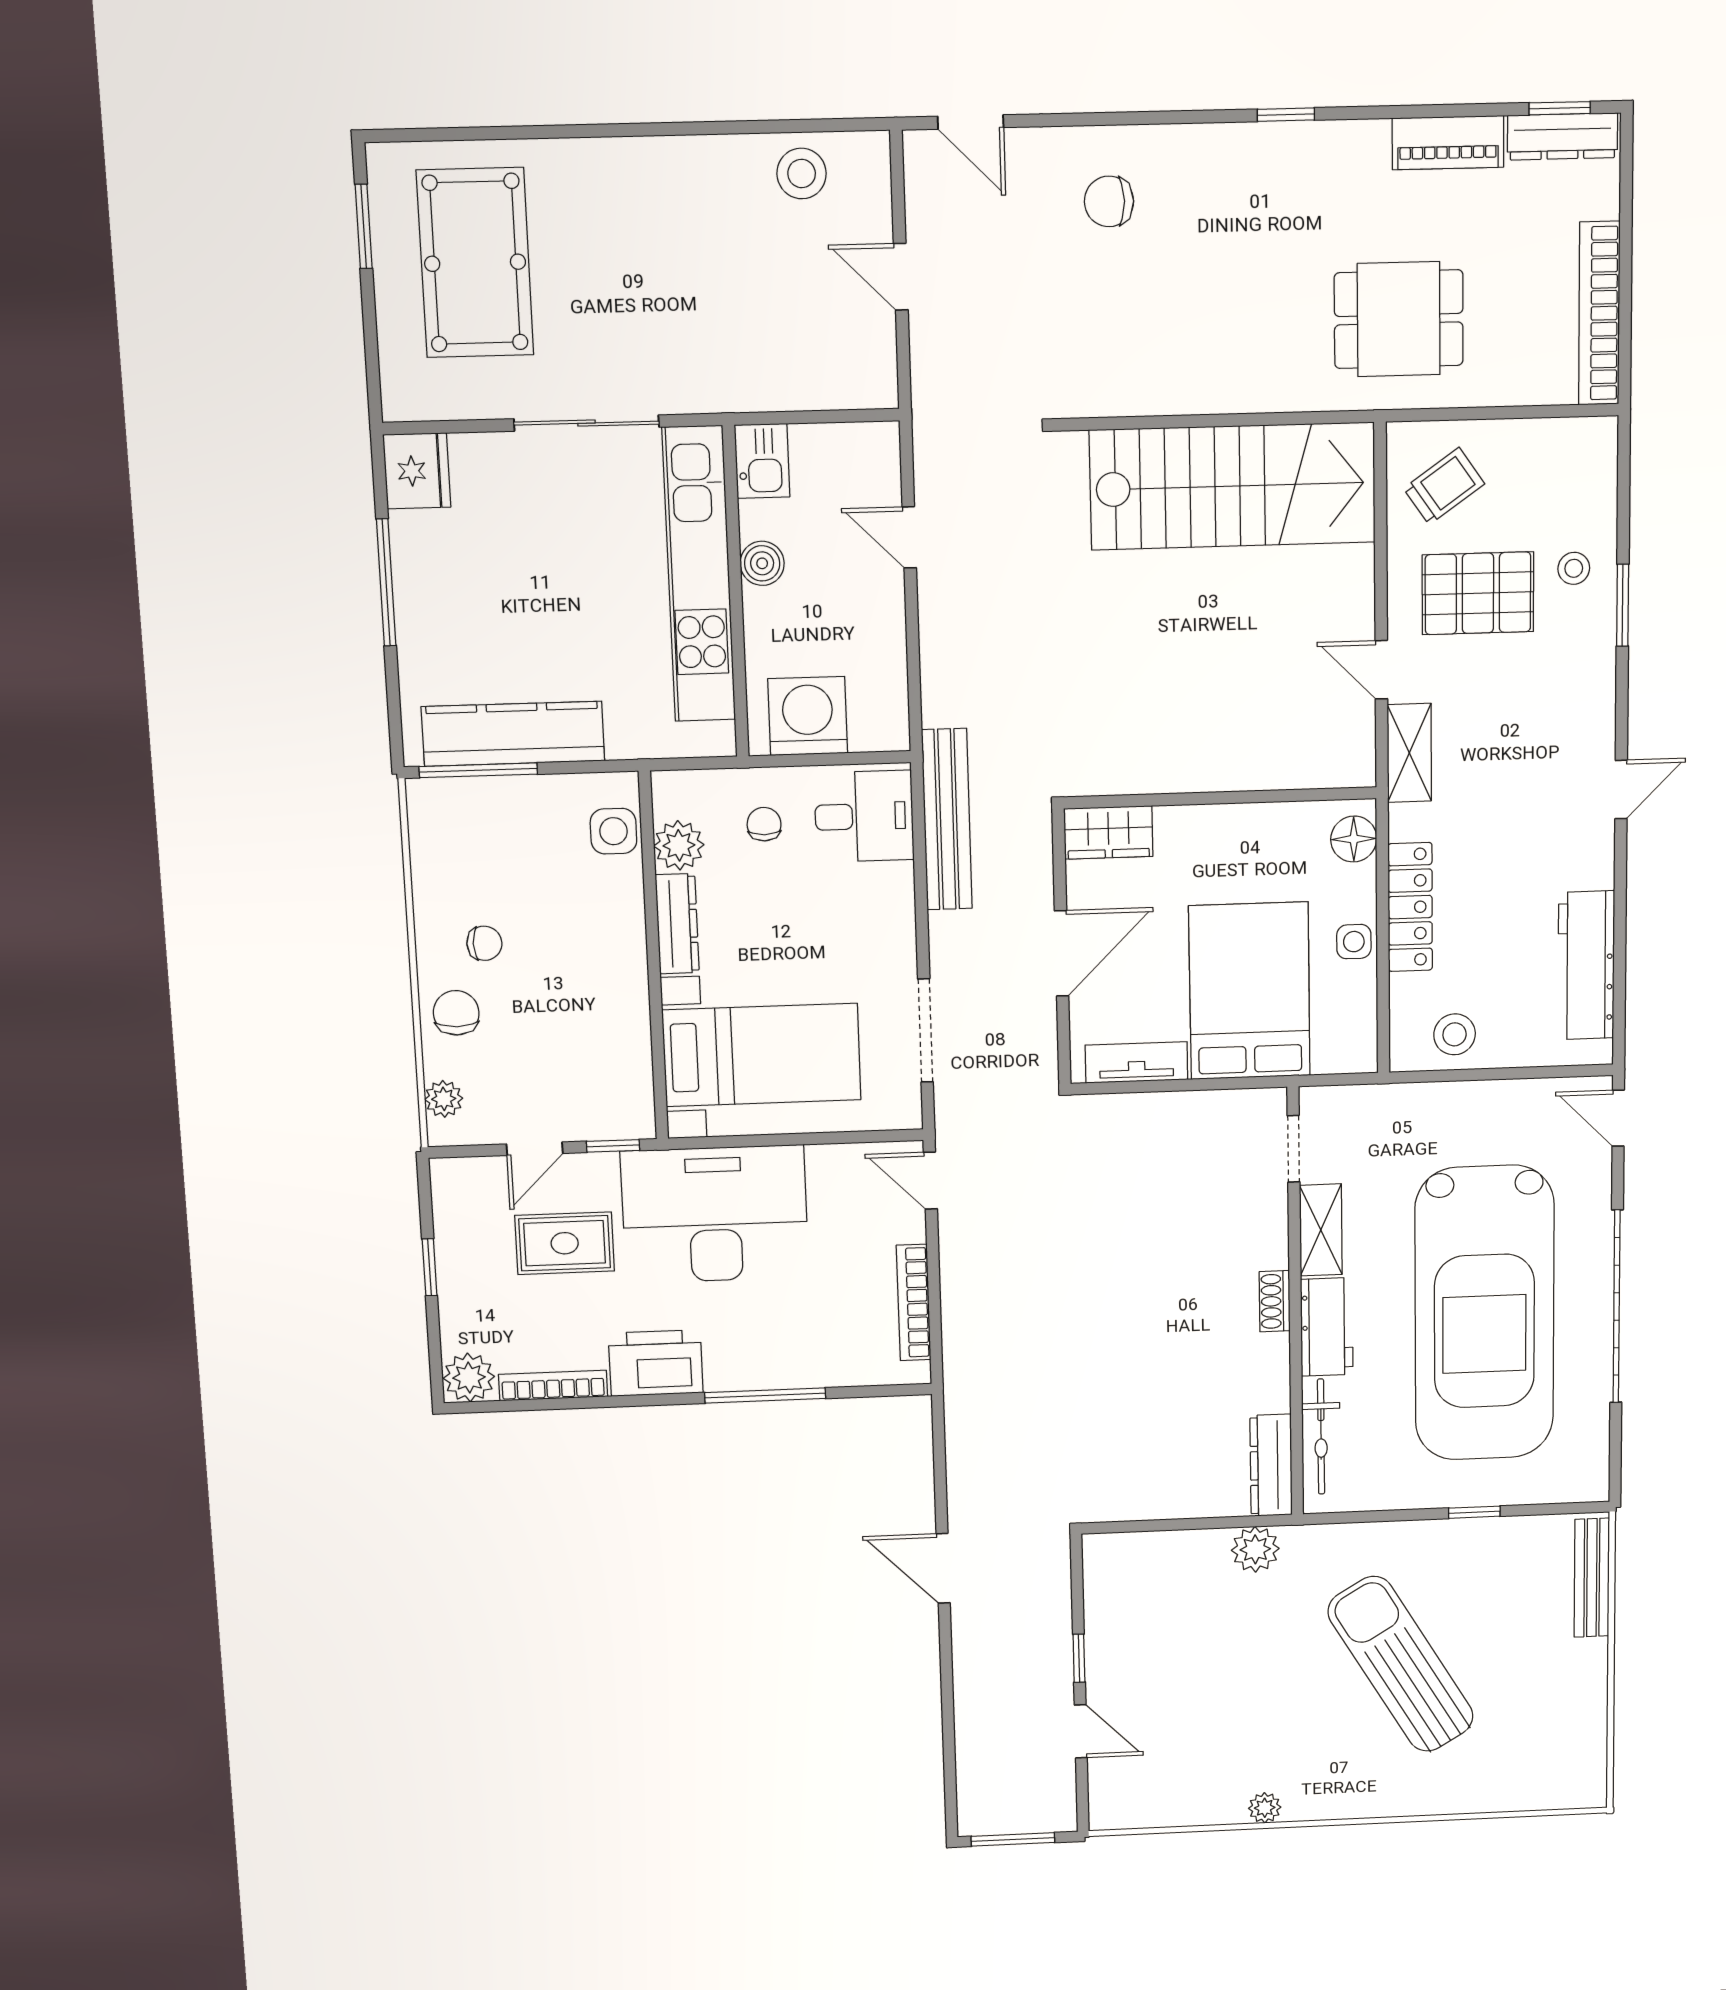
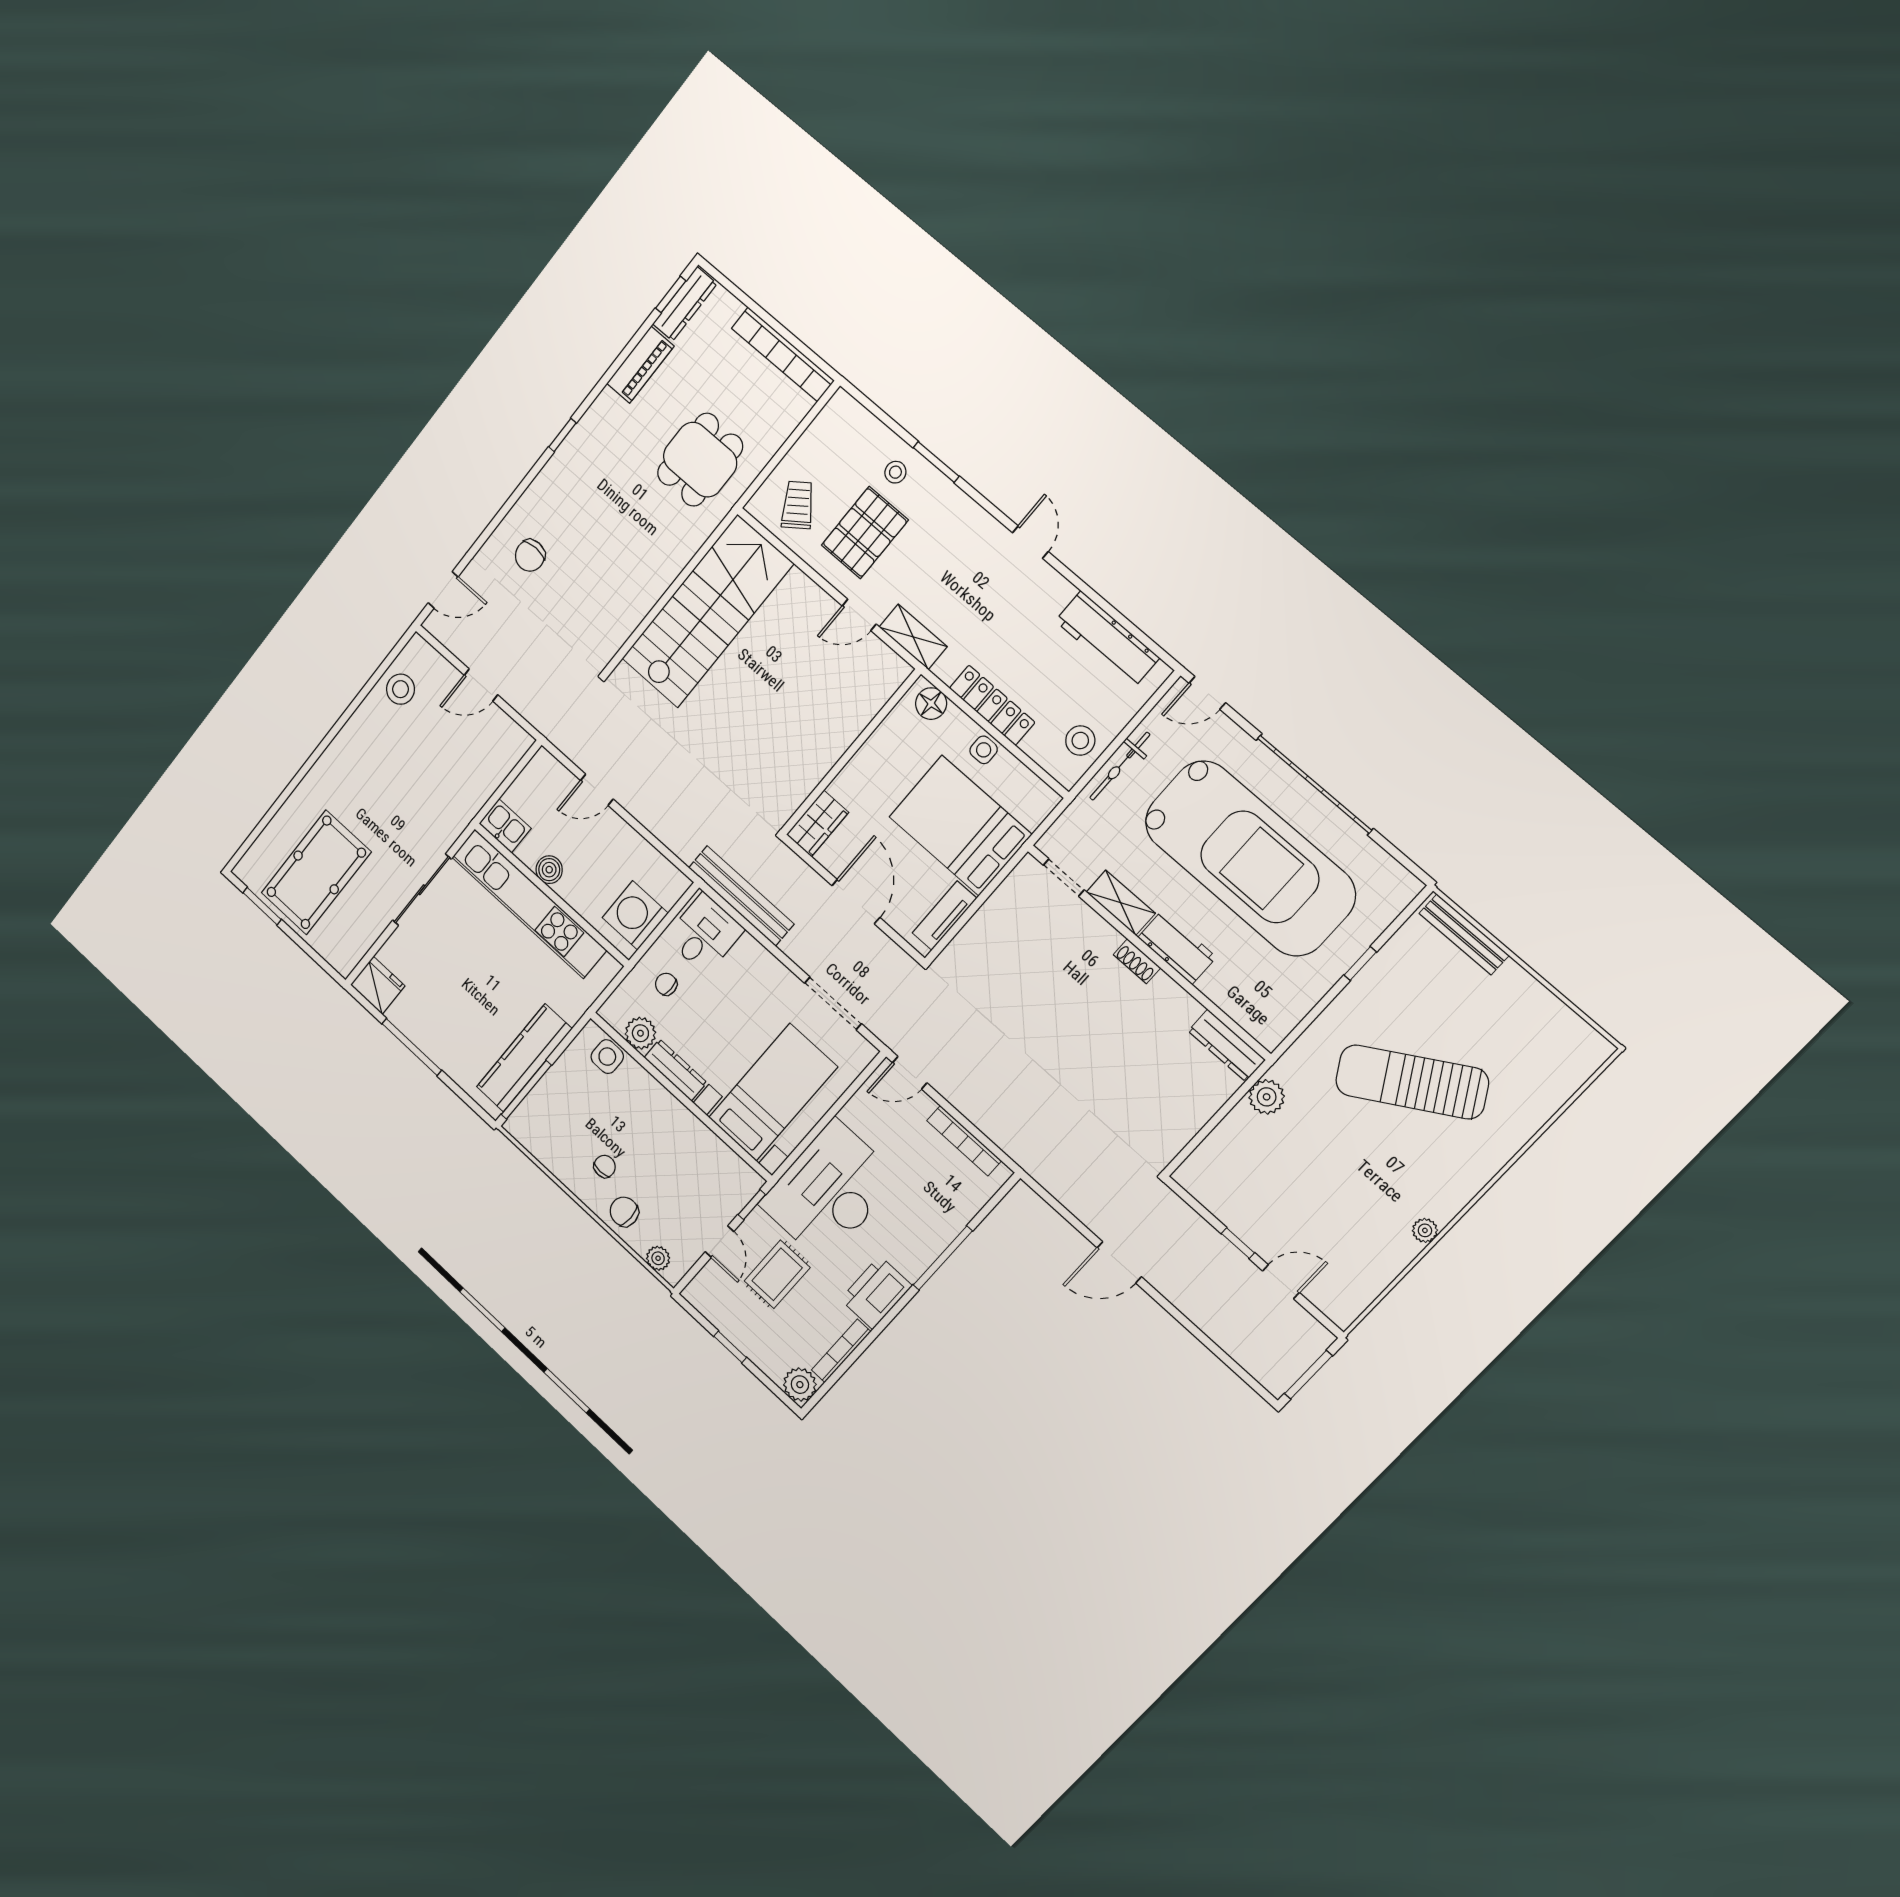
pool table: (475, 263) -> (316, 872), turned 90
bicycle: (1321, 1437) -> (1120, 766), moved, turned 90

